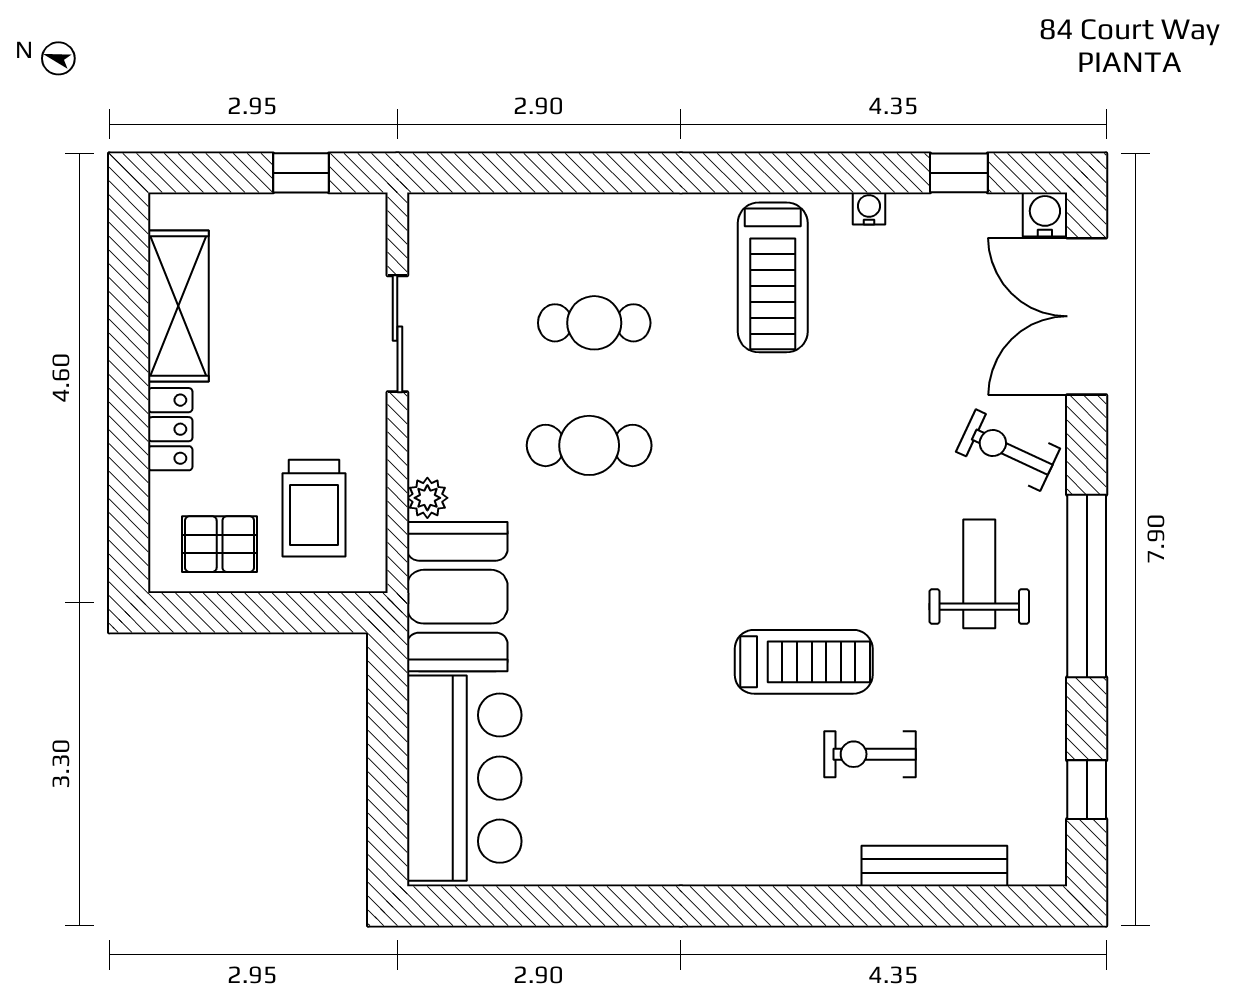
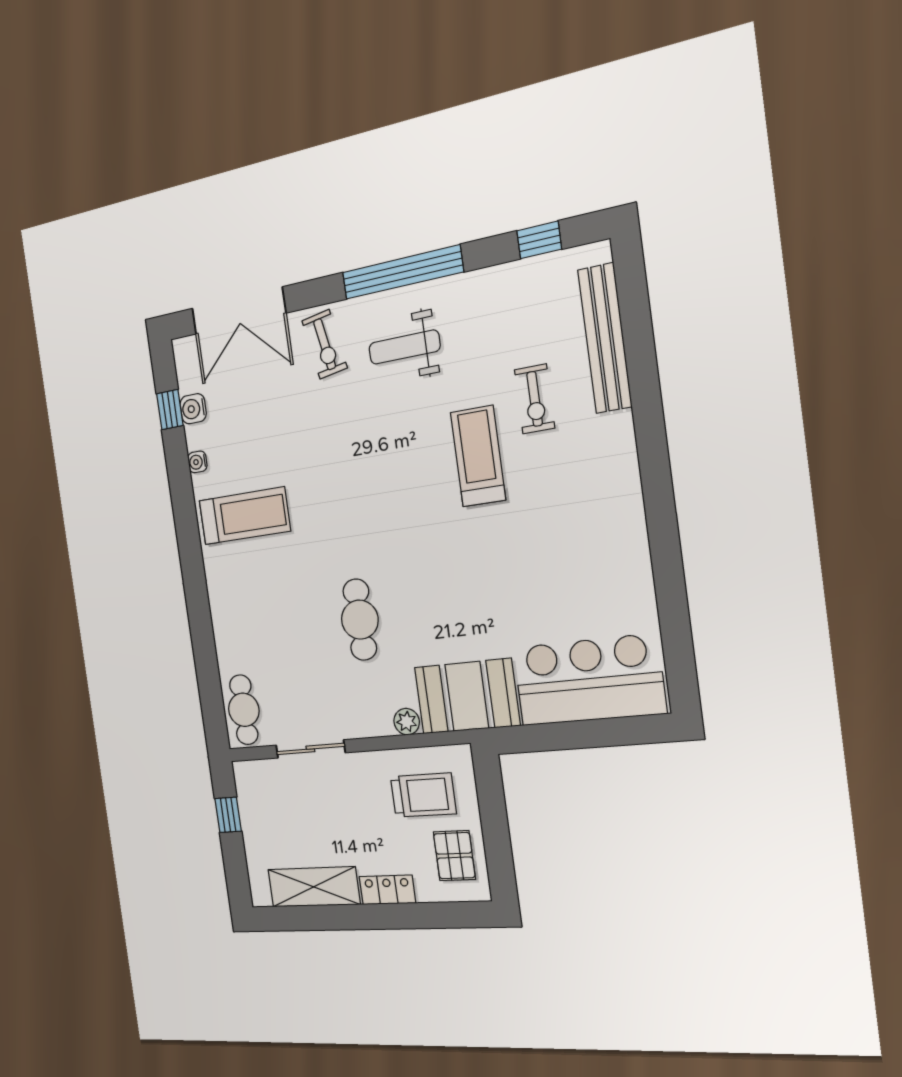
water cooler: (1045, 215) -> (193, 409), moved
cafe table: (594, 323) -> (244, 710), moved
exercise bike: (1008, 450) -> (325, 344), turned -35
bench: (934, 866) -> (605, 338), width x1.37, depth x1.21

